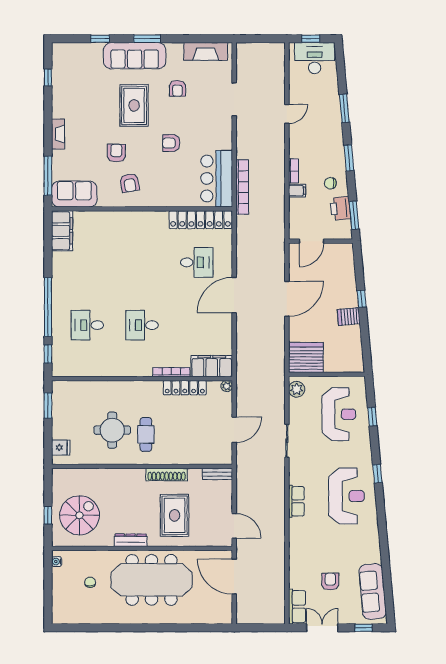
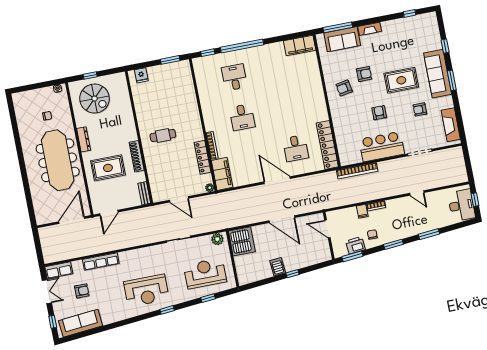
bar counter: (217, 179) -> (382, 147), moved
sofa: (74, 194) -> (342, 39), moved, turned 90
desk: (142, 325) -> (242, 117), turned 180
reception desk: (339, 414) -> (205, 273), turned 180
round table: (112, 430) -> (161, 110), removed
row of seats: (296, 501) -> (101, 261), moved, width x1.48

